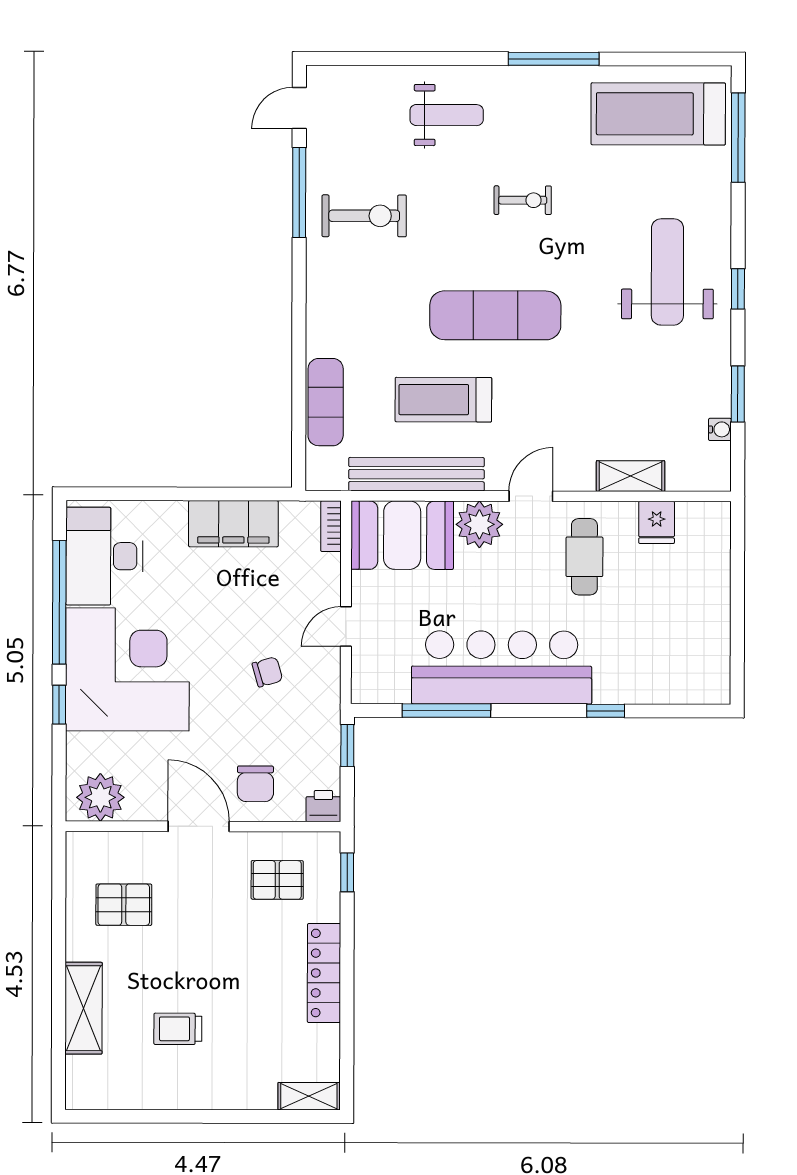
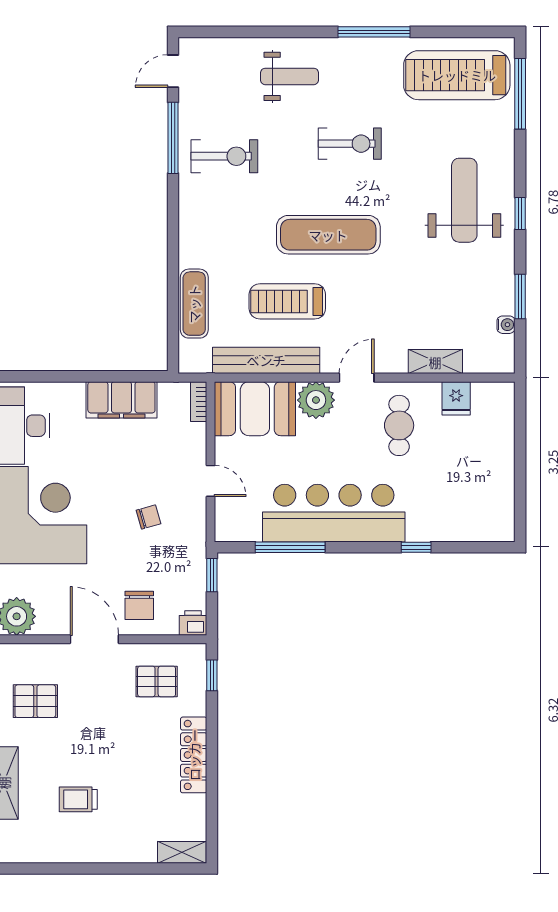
exercise bike: (523, 200) -> (350, 144), width x1.38, depth x1.39
door: (346, 626) -> (211, 481), swing flipped

